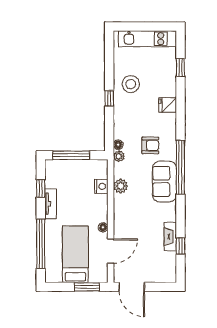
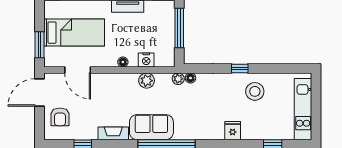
armchair: (150, 145) -> (60, 117), moved
floor lamp: (103, 227) -> (123, 62), moved
fireplace: (170, 237) -> (113, 133), moved

